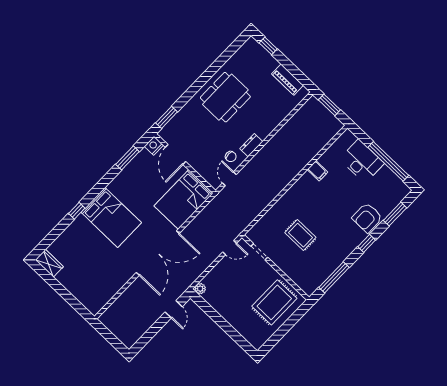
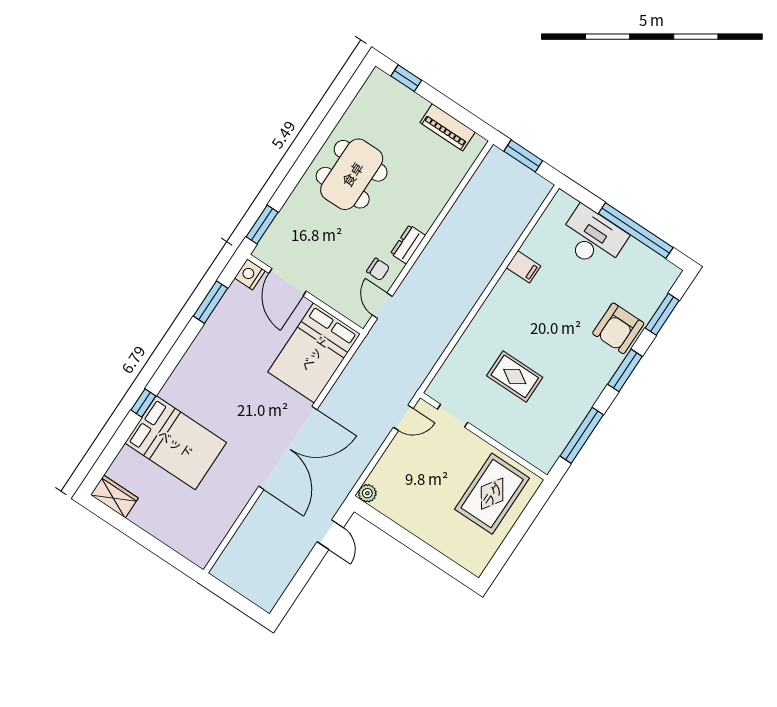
bed: (111, 217) -> (176, 443), moved
window: (367, 243) -> (625, 370), width x1.50

